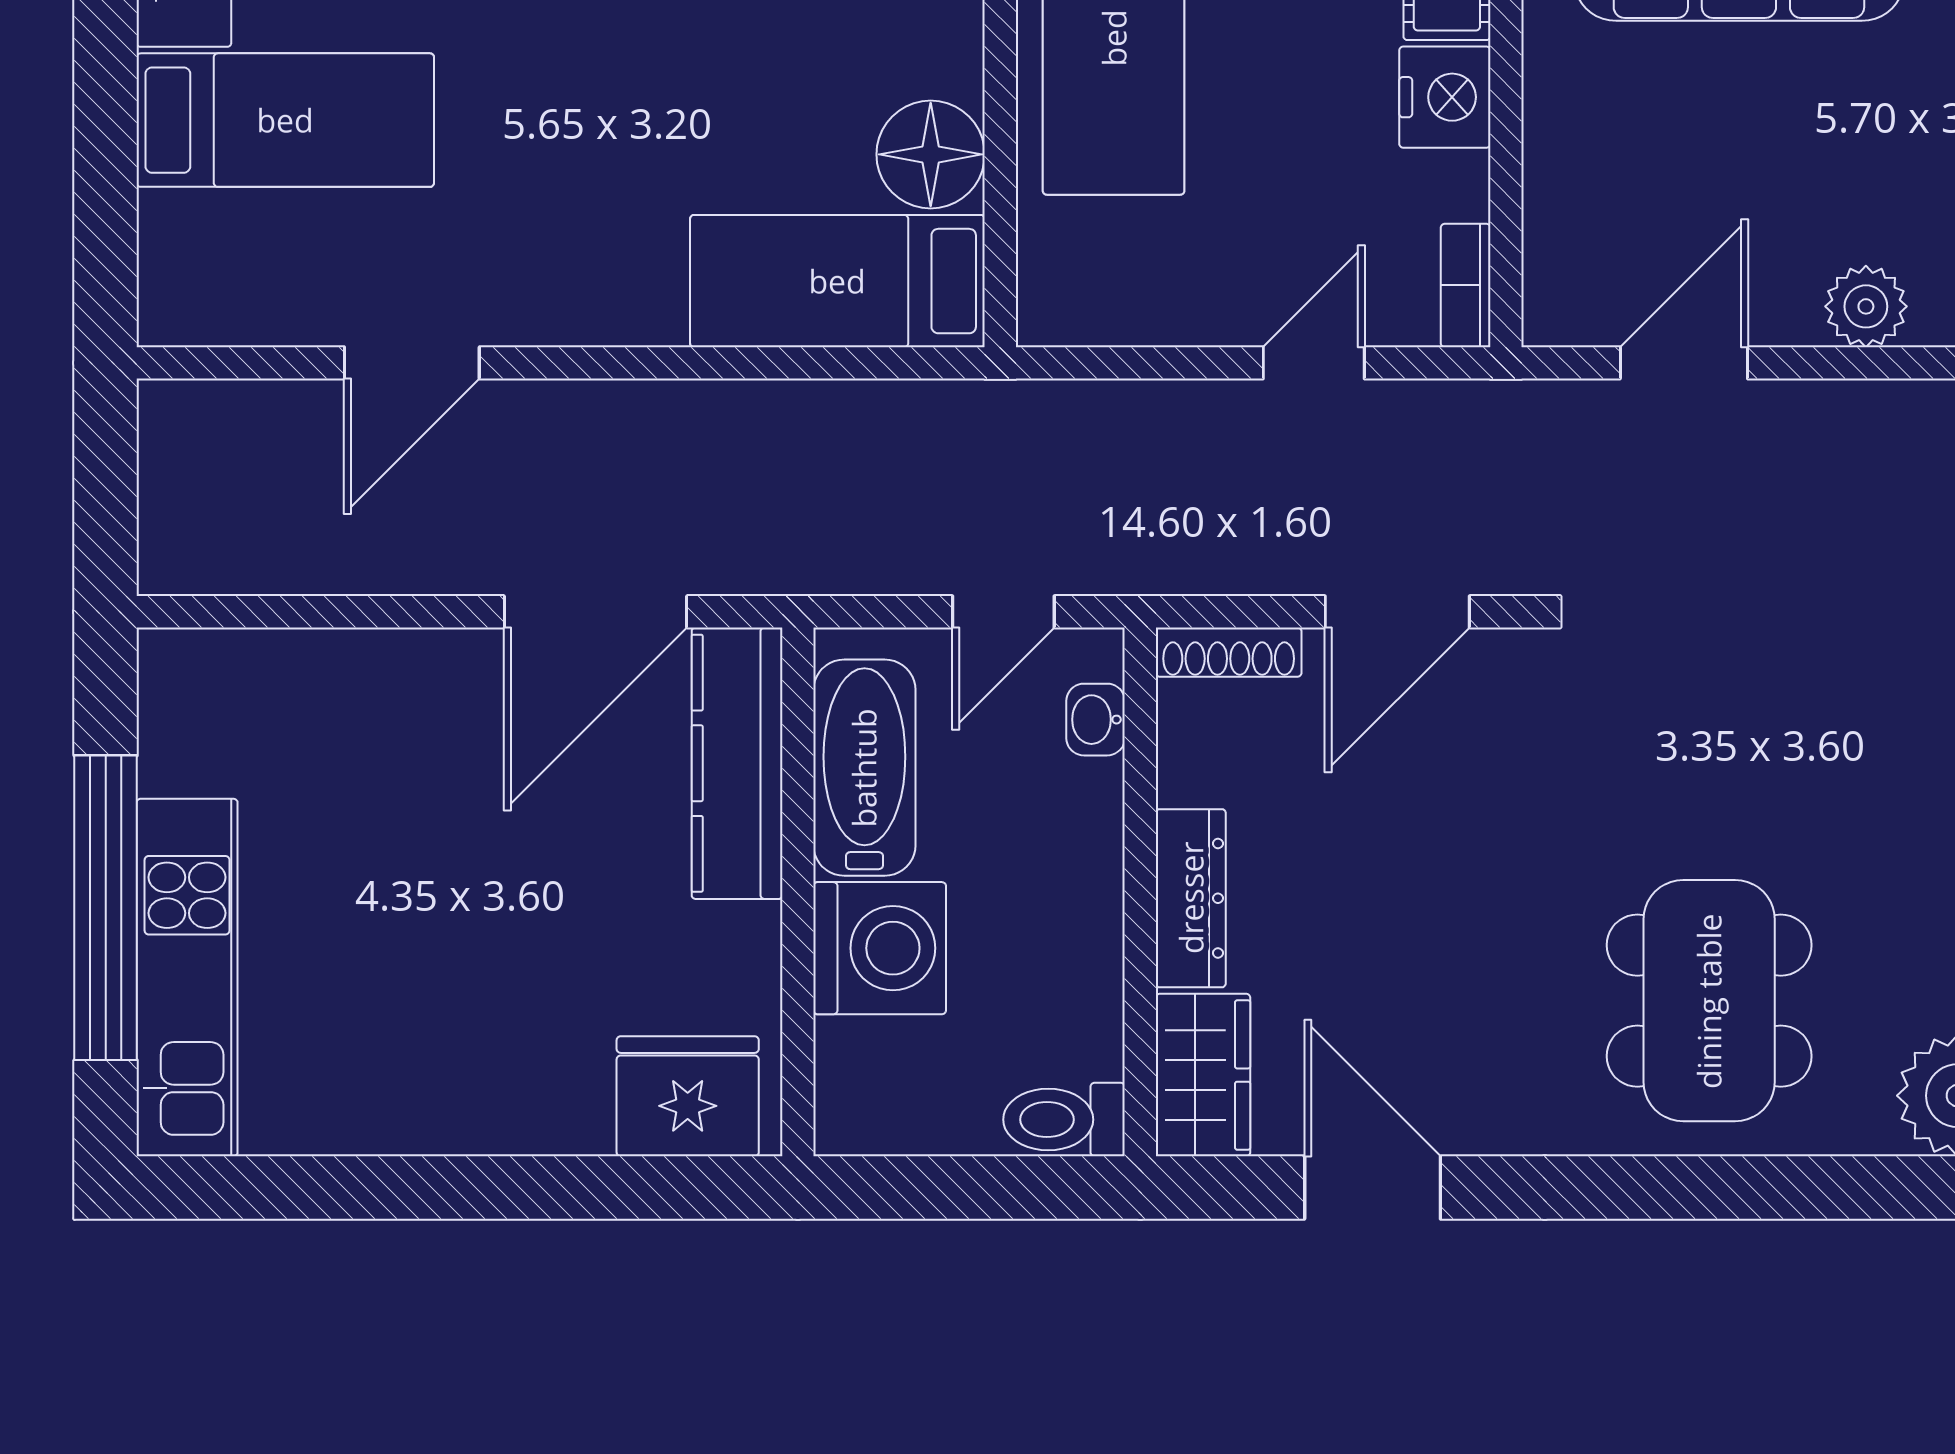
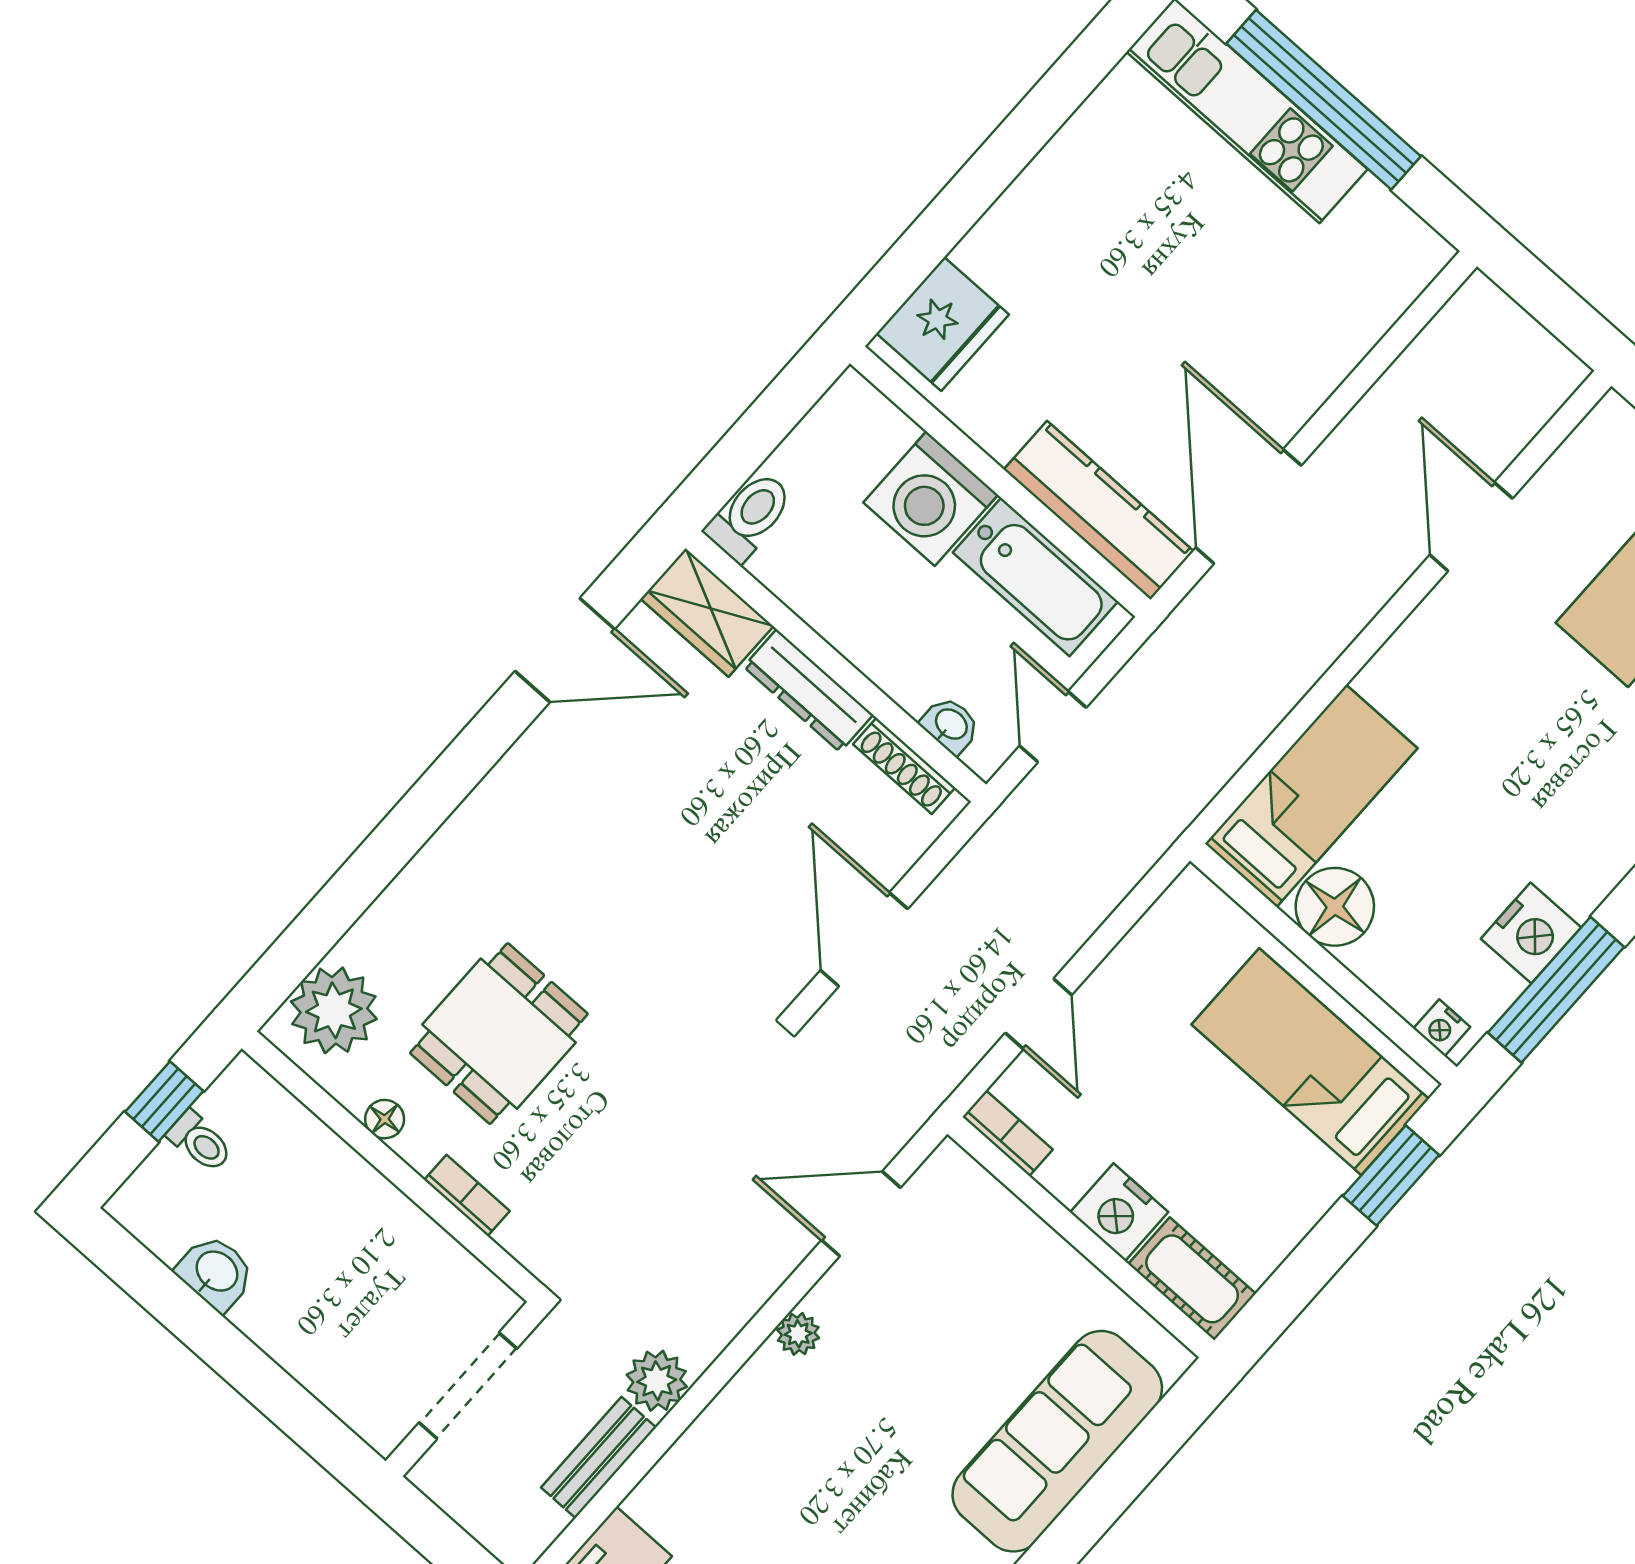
plant: (1866, 306) -> (798, 1334), width x0.73, depth x0.73
door: (1684, 363) -> (861, 1214), swing flipped
shoe rack: (1229, 652) -> (904, 766), moved, turned -90
dining table: (1709, 1001) -> (499, 1034), moved, width x0.73

